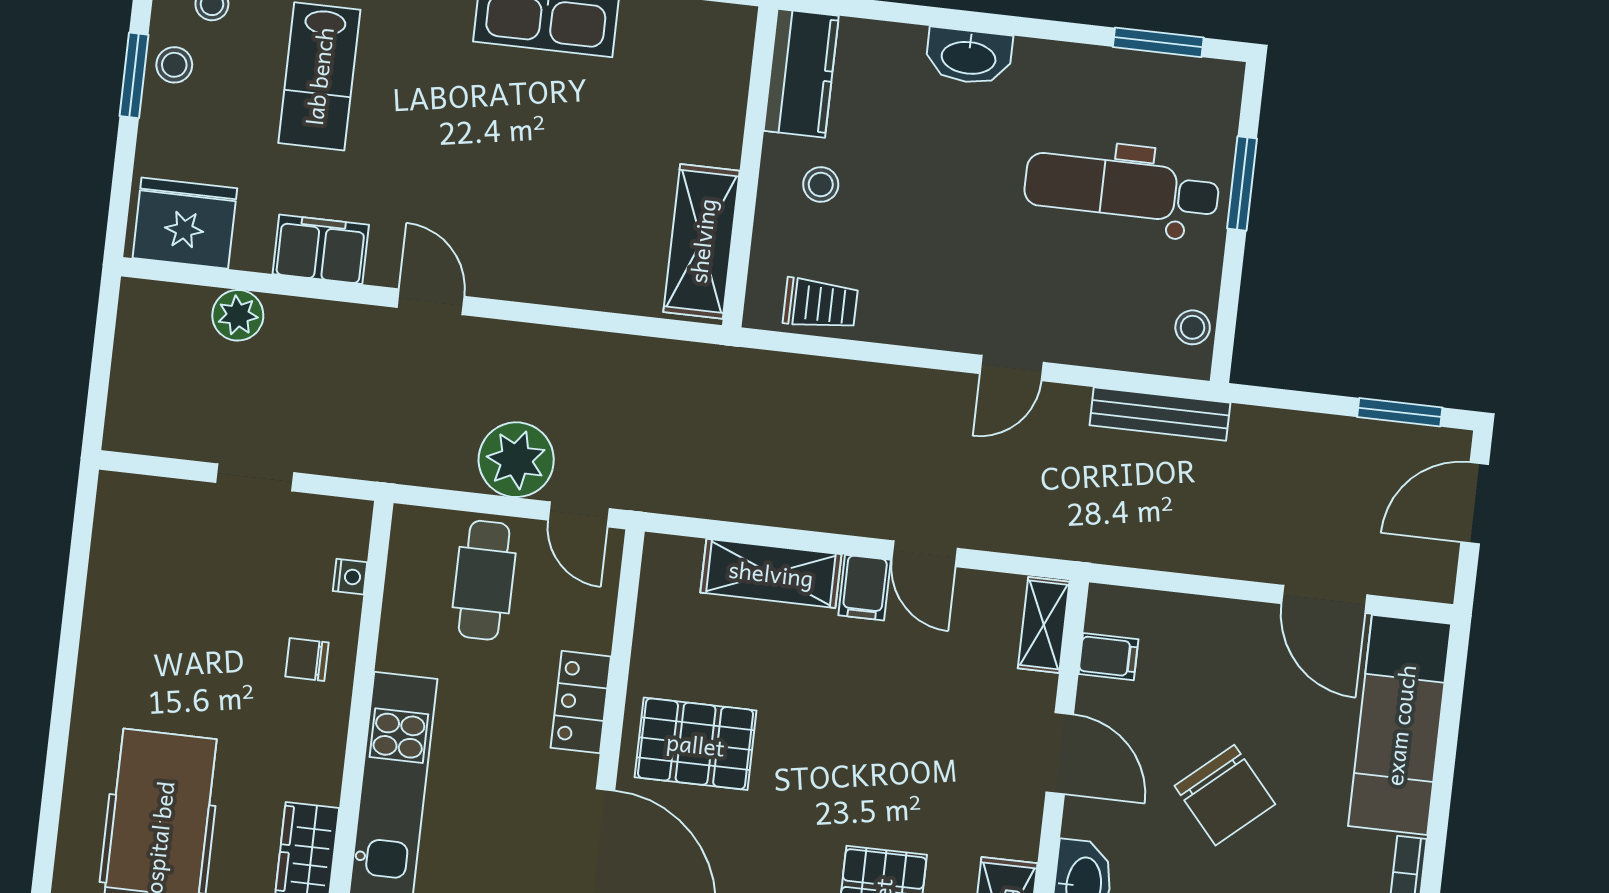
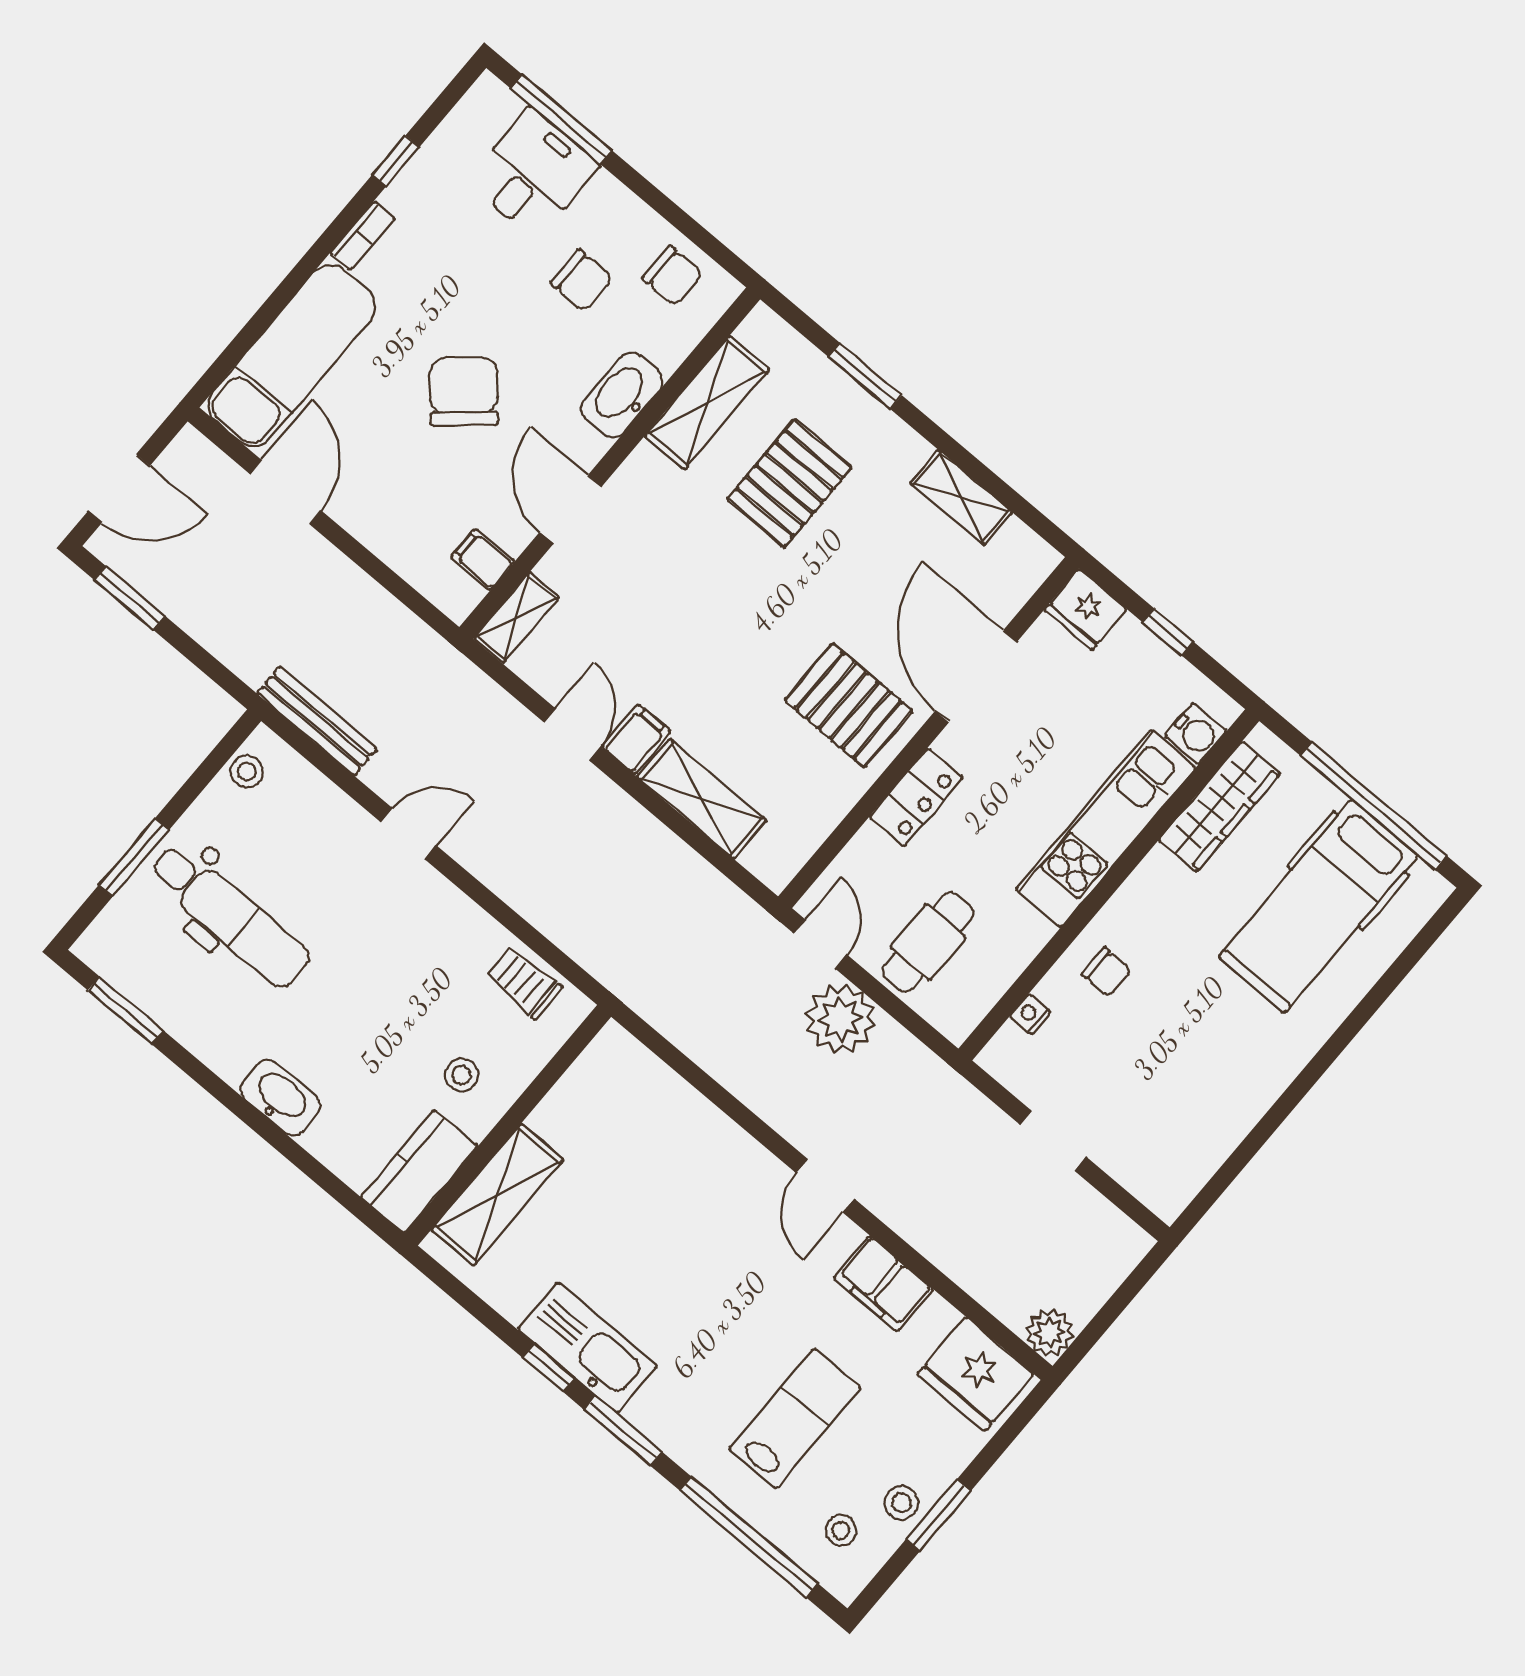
shelving: (702, 241) -> (497, 1195), moved
plant: (238, 315) -> (1050, 1333), moved

